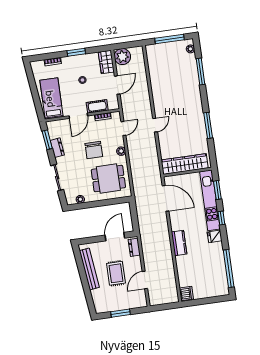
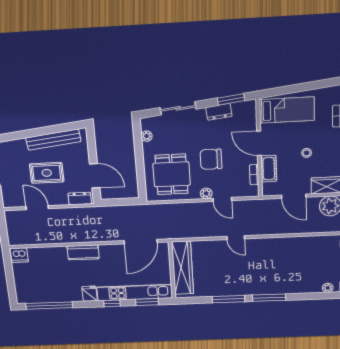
window: (200, 71) -> (269, 298), moved
door: (123, 128) -> (222, 199), moved

